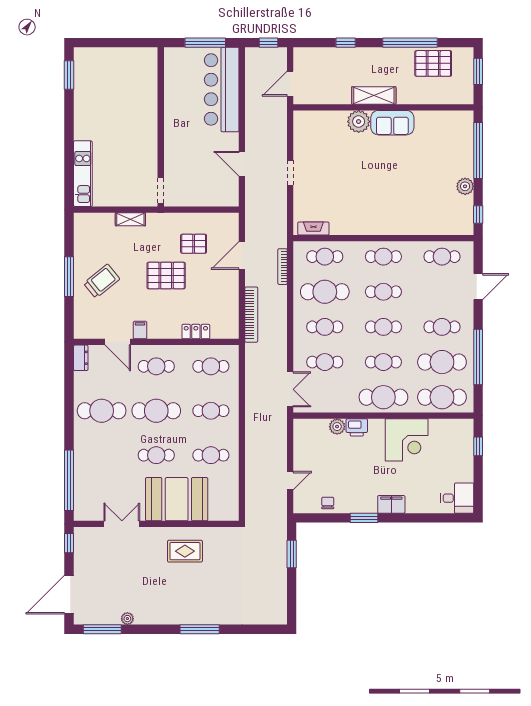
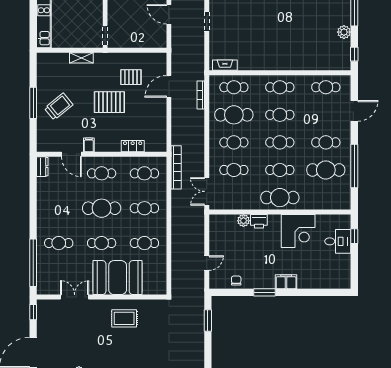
bookcase: (251, 315) -> (176, 167), moved
double door: (290, 389) -> (207, 191), swing flipped
cafe table: (442, 397) -> (326, 198), removed
cafe table: (102, 411) -> (59, 243), moved, width x0.73, depth x0.74
desk: (457, 498) -> (338, 241), moved

